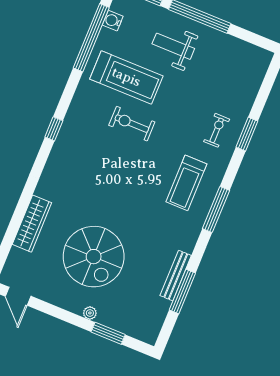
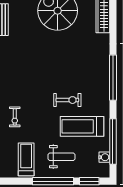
window: (54, 129) -> (113, 78), width x3.17
treadmill: (186, 183) -> (26, 159), moved

